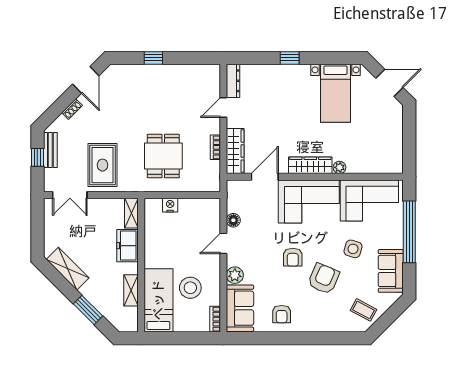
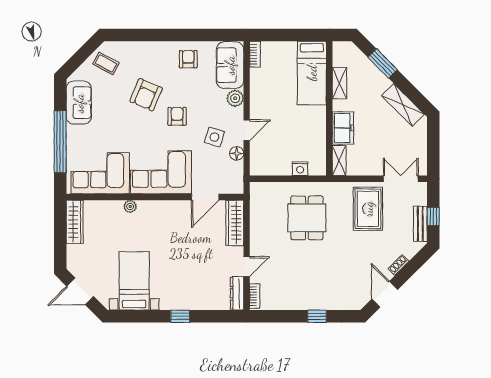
bookcase: (215, 147) -> (255, 296), moved
wardrobe: (310, 165) -> (75, 222), moved, turned -90
side table: (353, 249) -> (214, 137), moved
stool: (190, 288) -> (280, 86), removed

